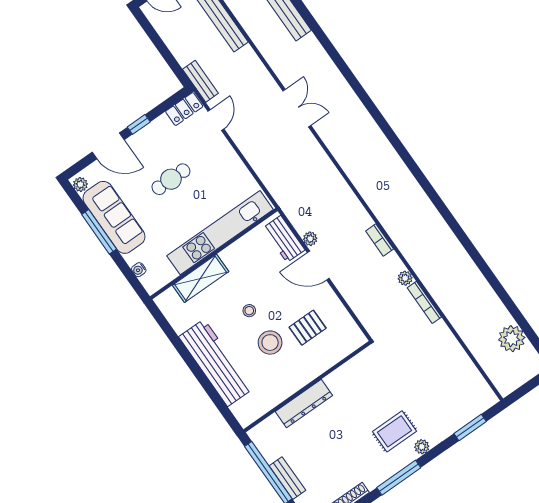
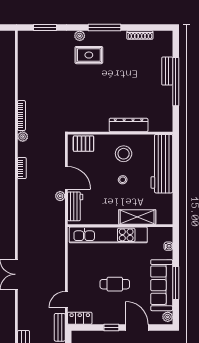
pallet: (308, 328) -> (83, 144), moved
wall: (307, 387) -> (120, 133), moved
dresser: (304, 403) -> (129, 125), moved

